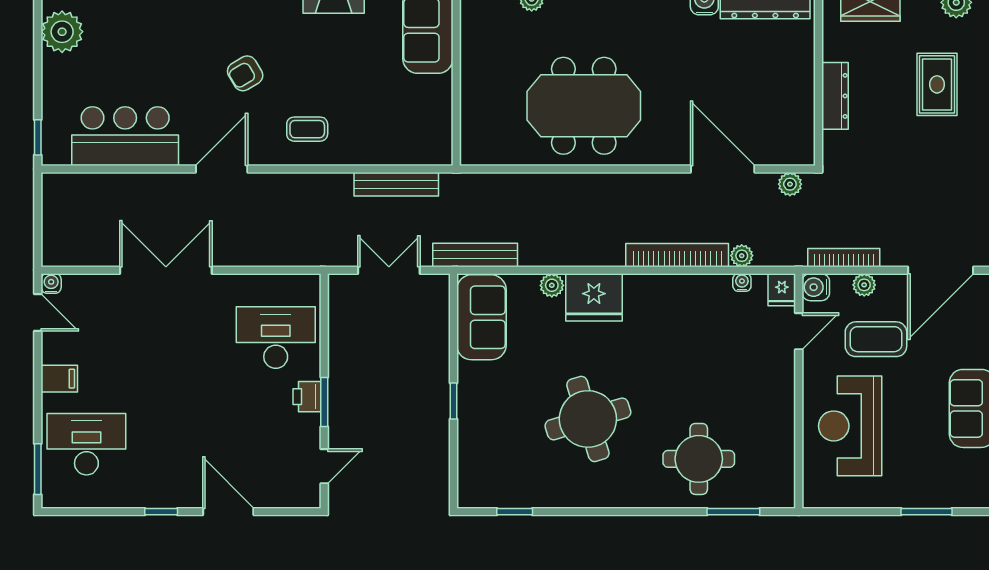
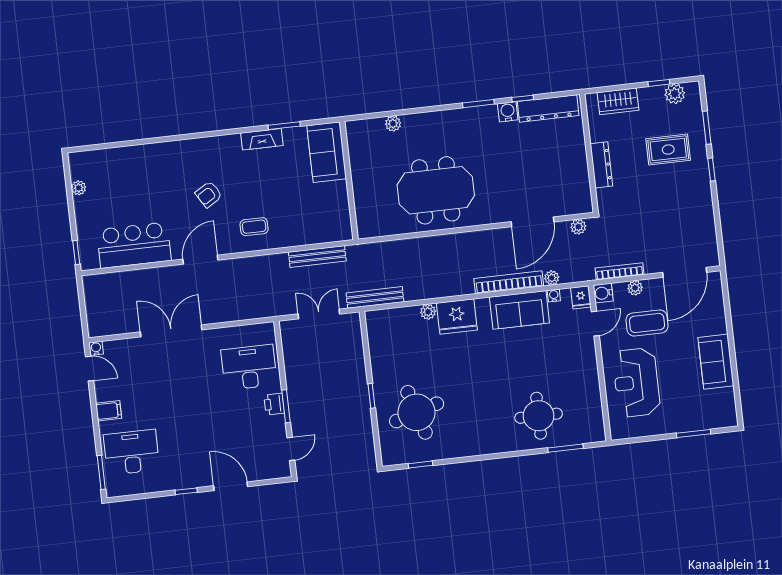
plant: (62, 32) -> (79, 188), width x0.53, depth x0.53
rug: (937, 84) -> (668, 149), turned 90
door: (723, 169) -> (533, 222), swing flipped
sofa: (481, 317) -> (519, 310), moved, turned 90
round table: (588, 419) -> (417, 412), moved

